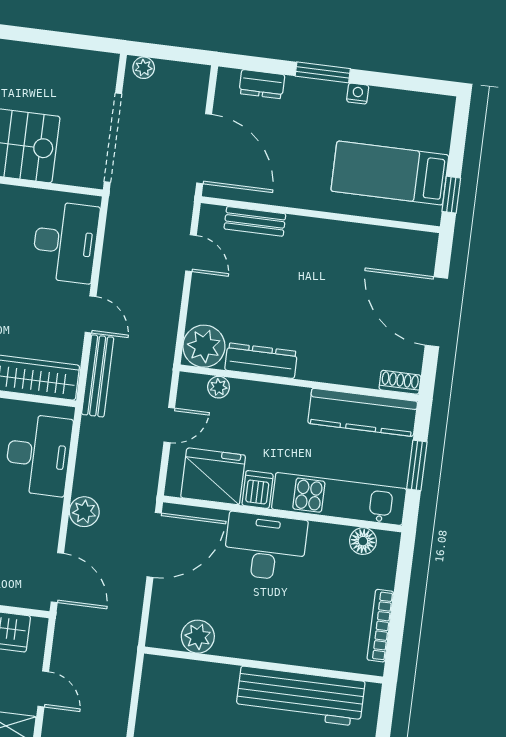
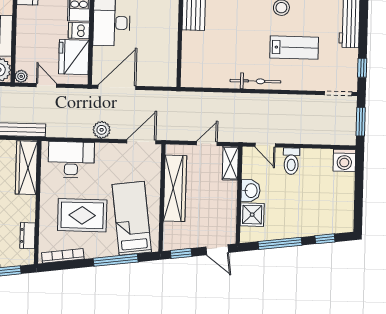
plant: (219, 387) -> (21, 76), moved
door: (154, 545) -> (117, 87), hinge flipped
plant: (198, 637) -> (168, 57), removed

